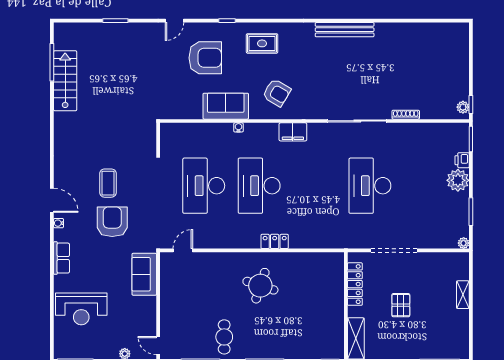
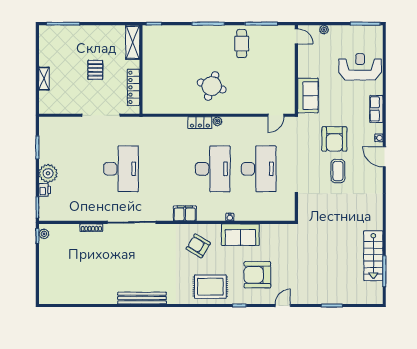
rug: (262, 43) -> (210, 287), width x1.36, depth x1.43
plant: (464, 243) -> (217, 121), moved

